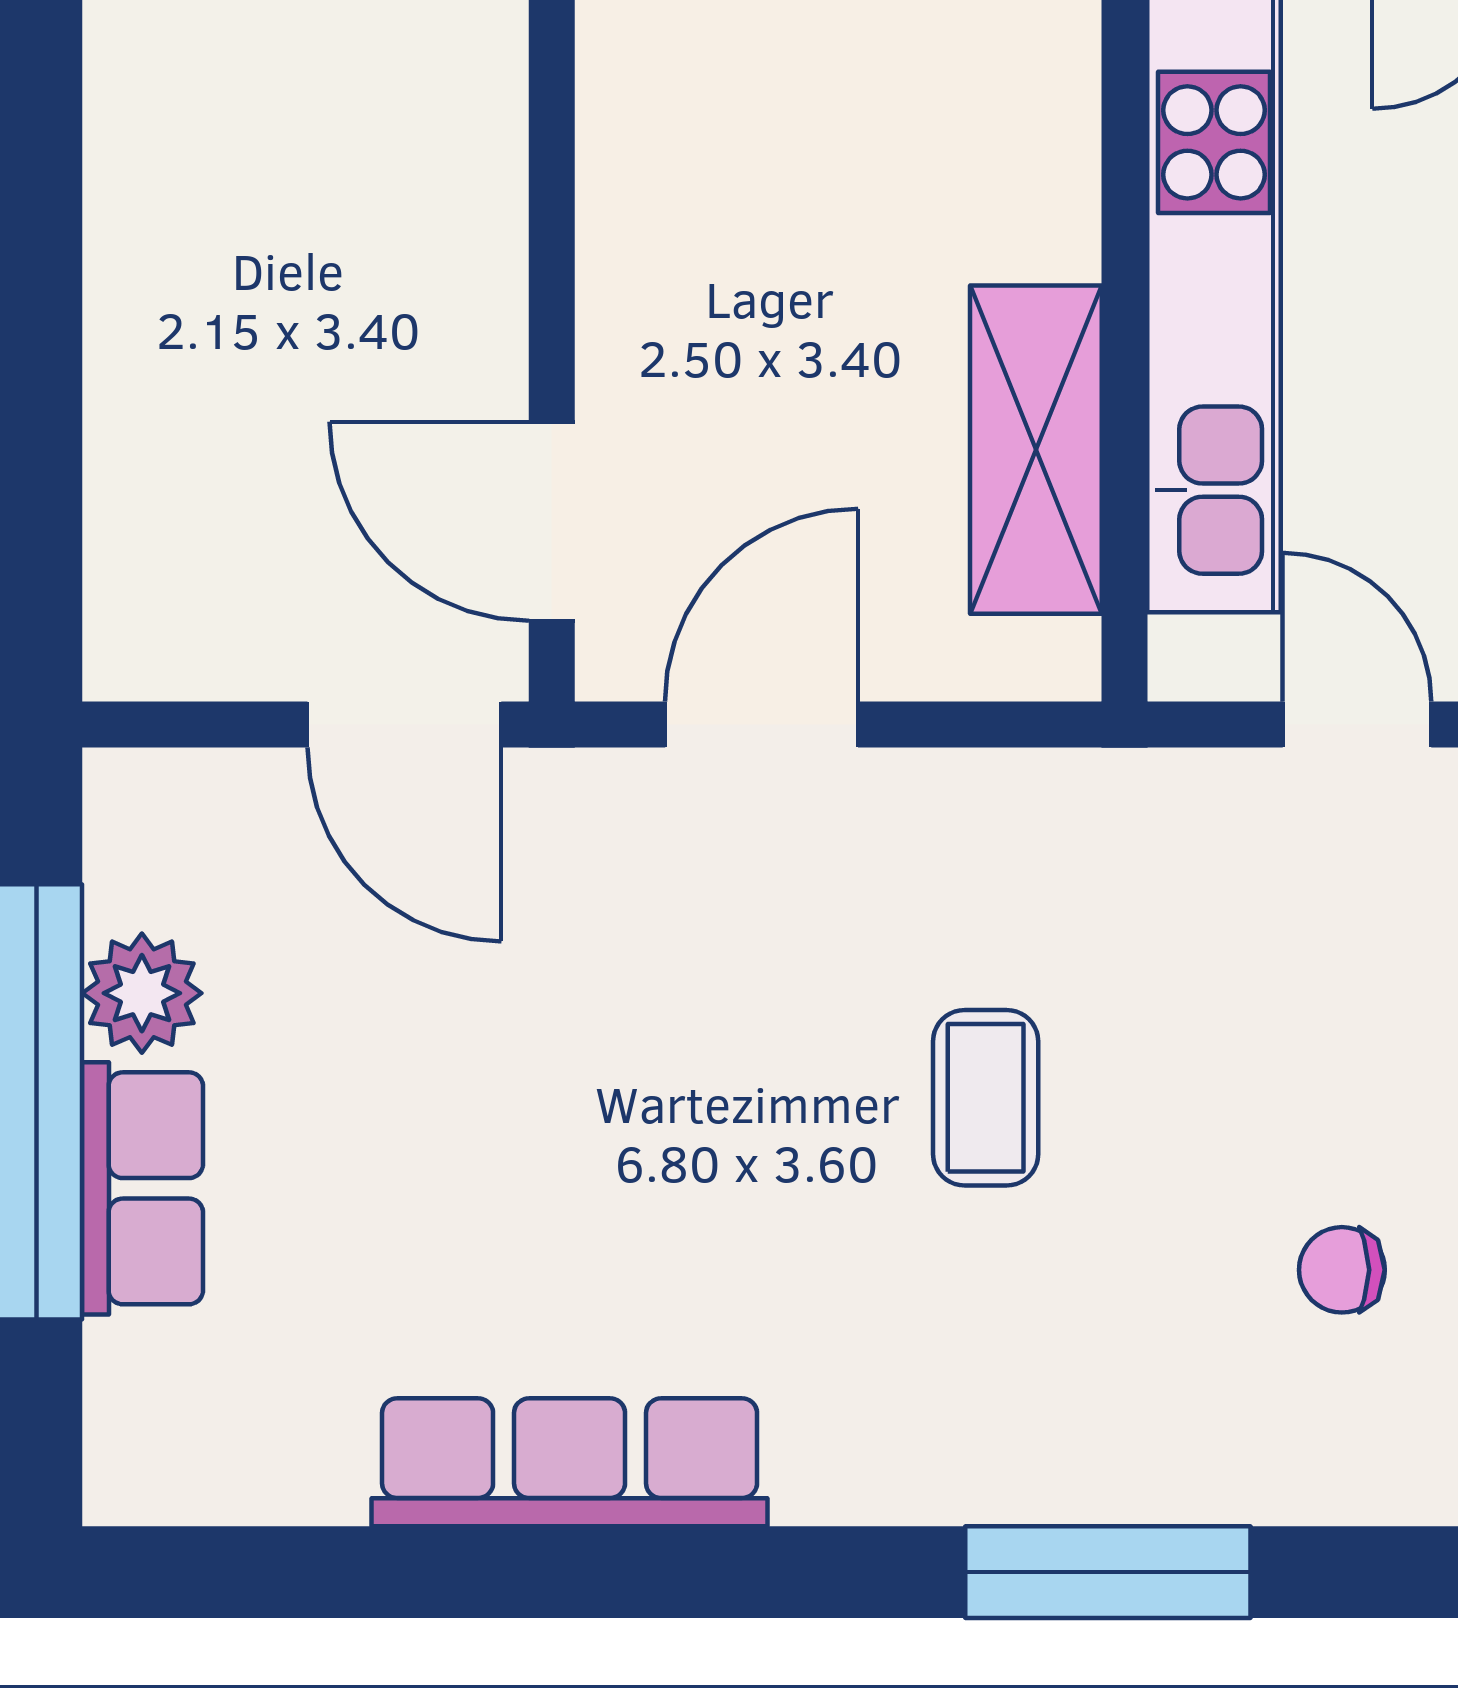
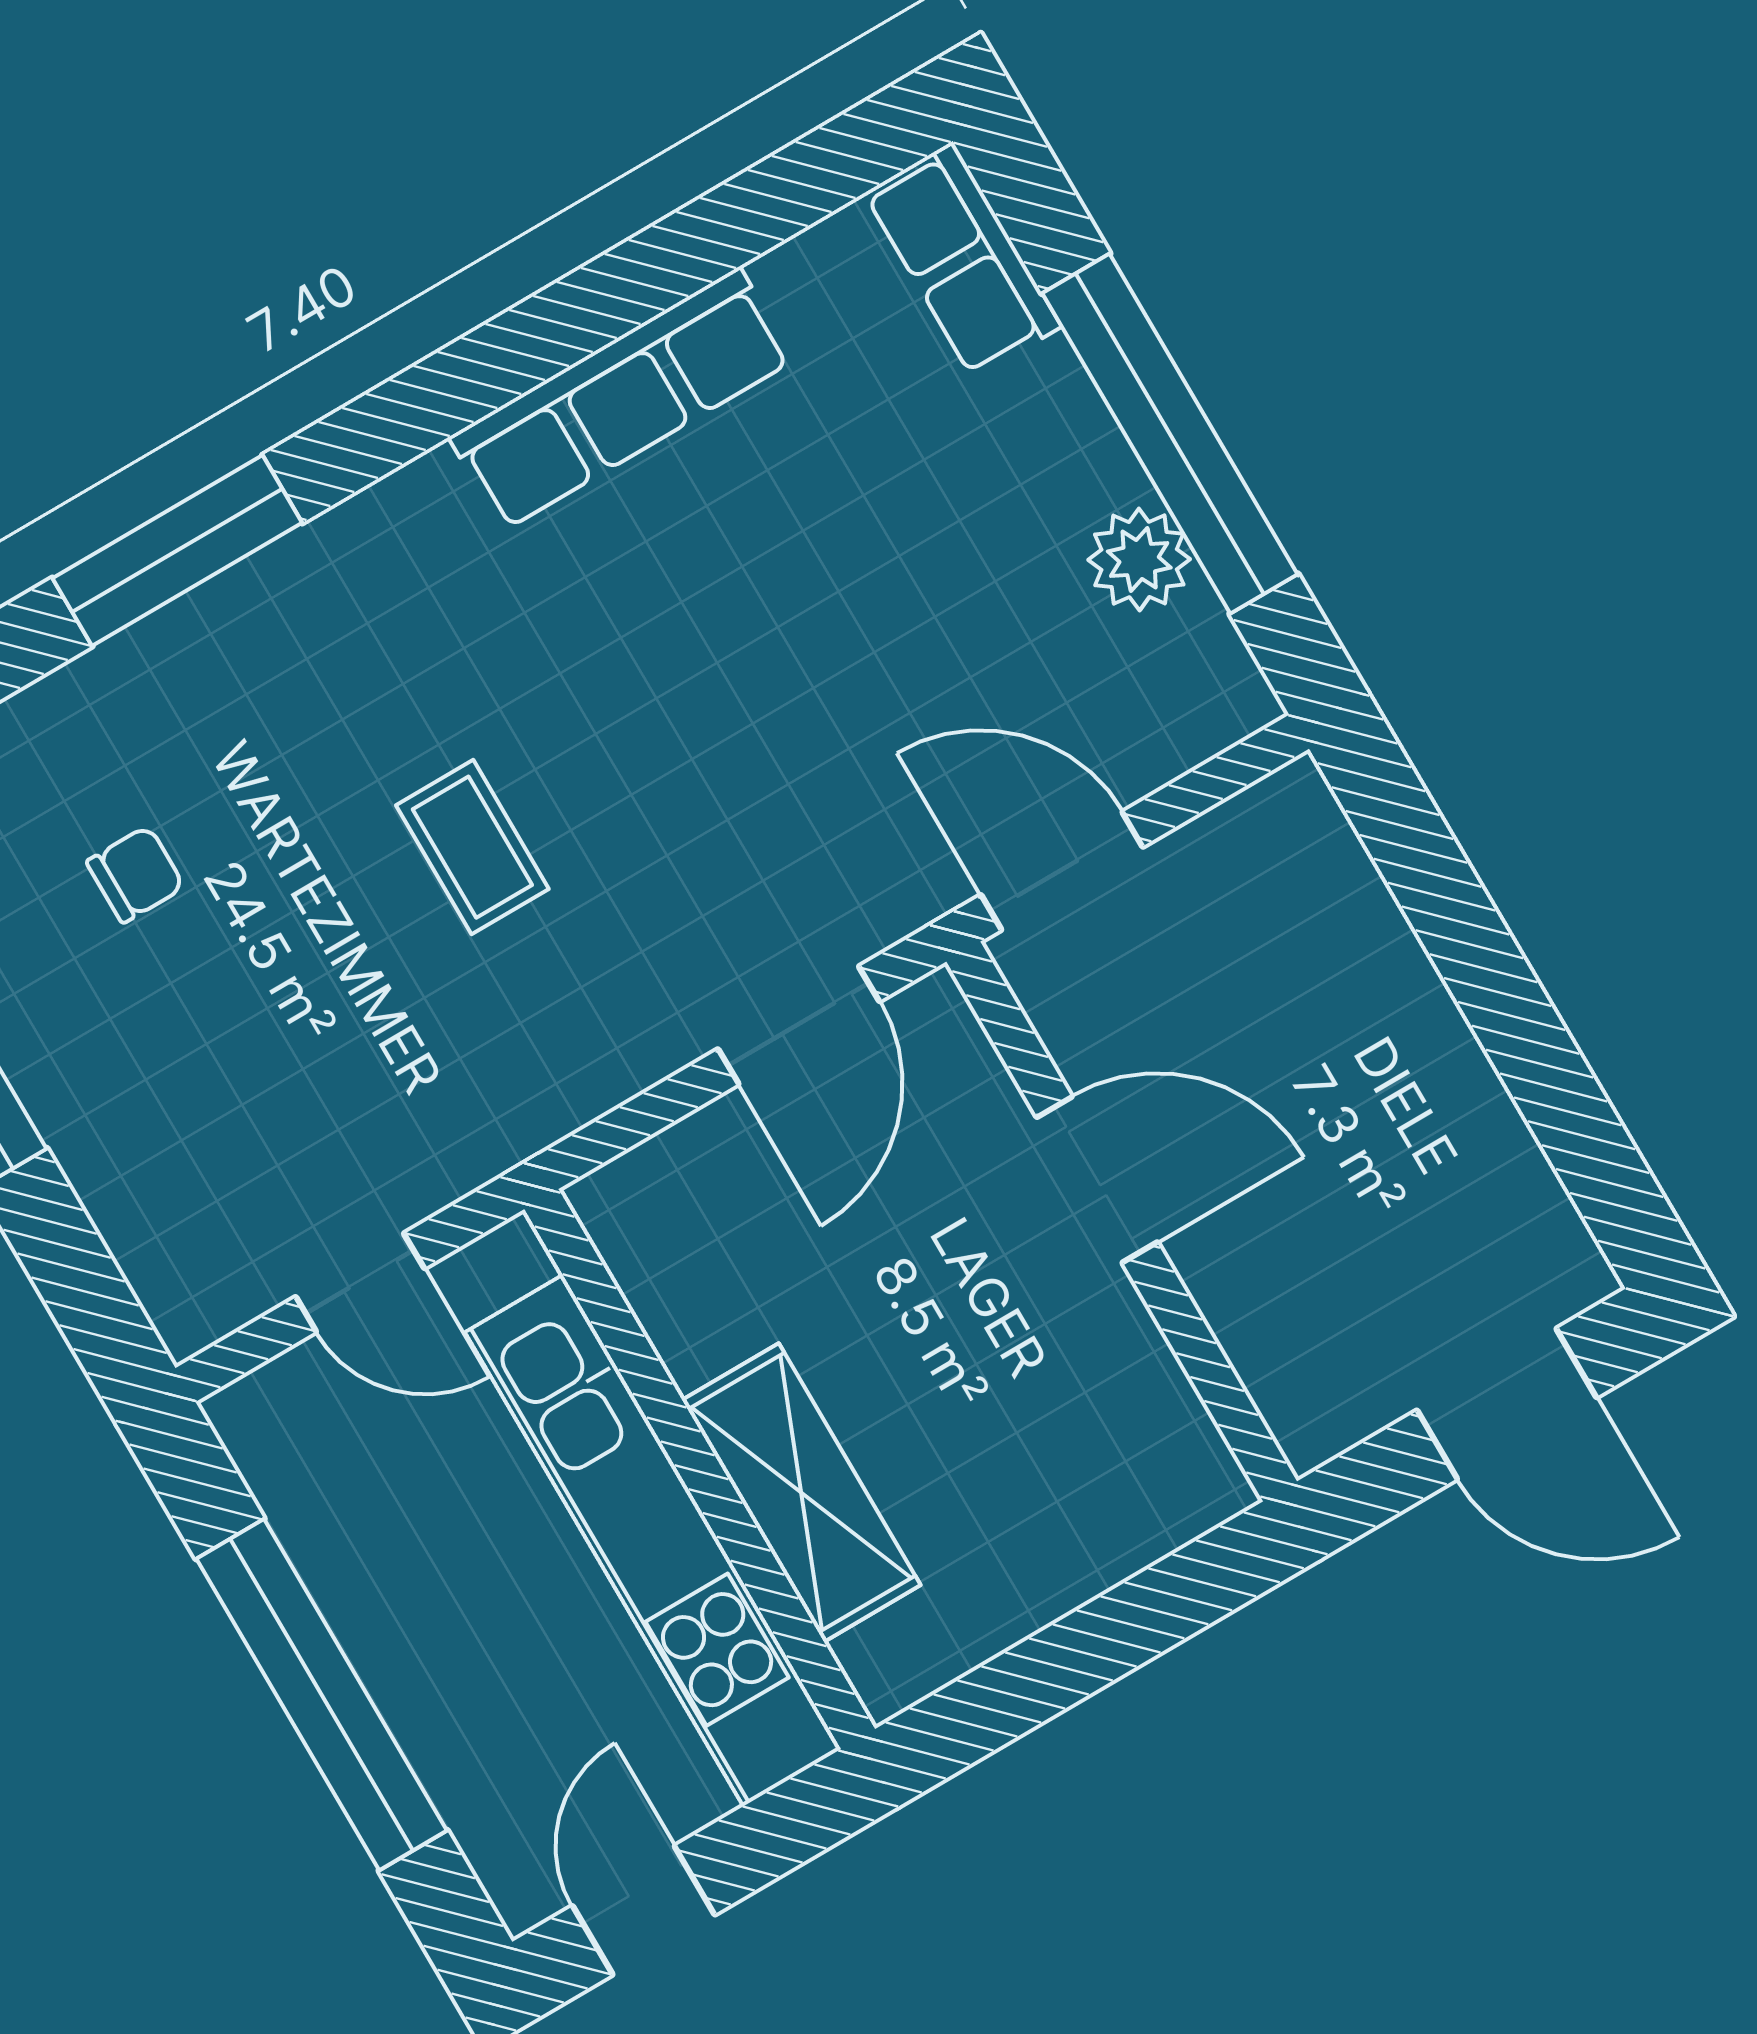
shelving: (1036, 450) -> (801, 1493), moved
door: (552, 521) -> (1097, 1180), moved
row of seats: (143, 1188) -> (963, 260), moved

